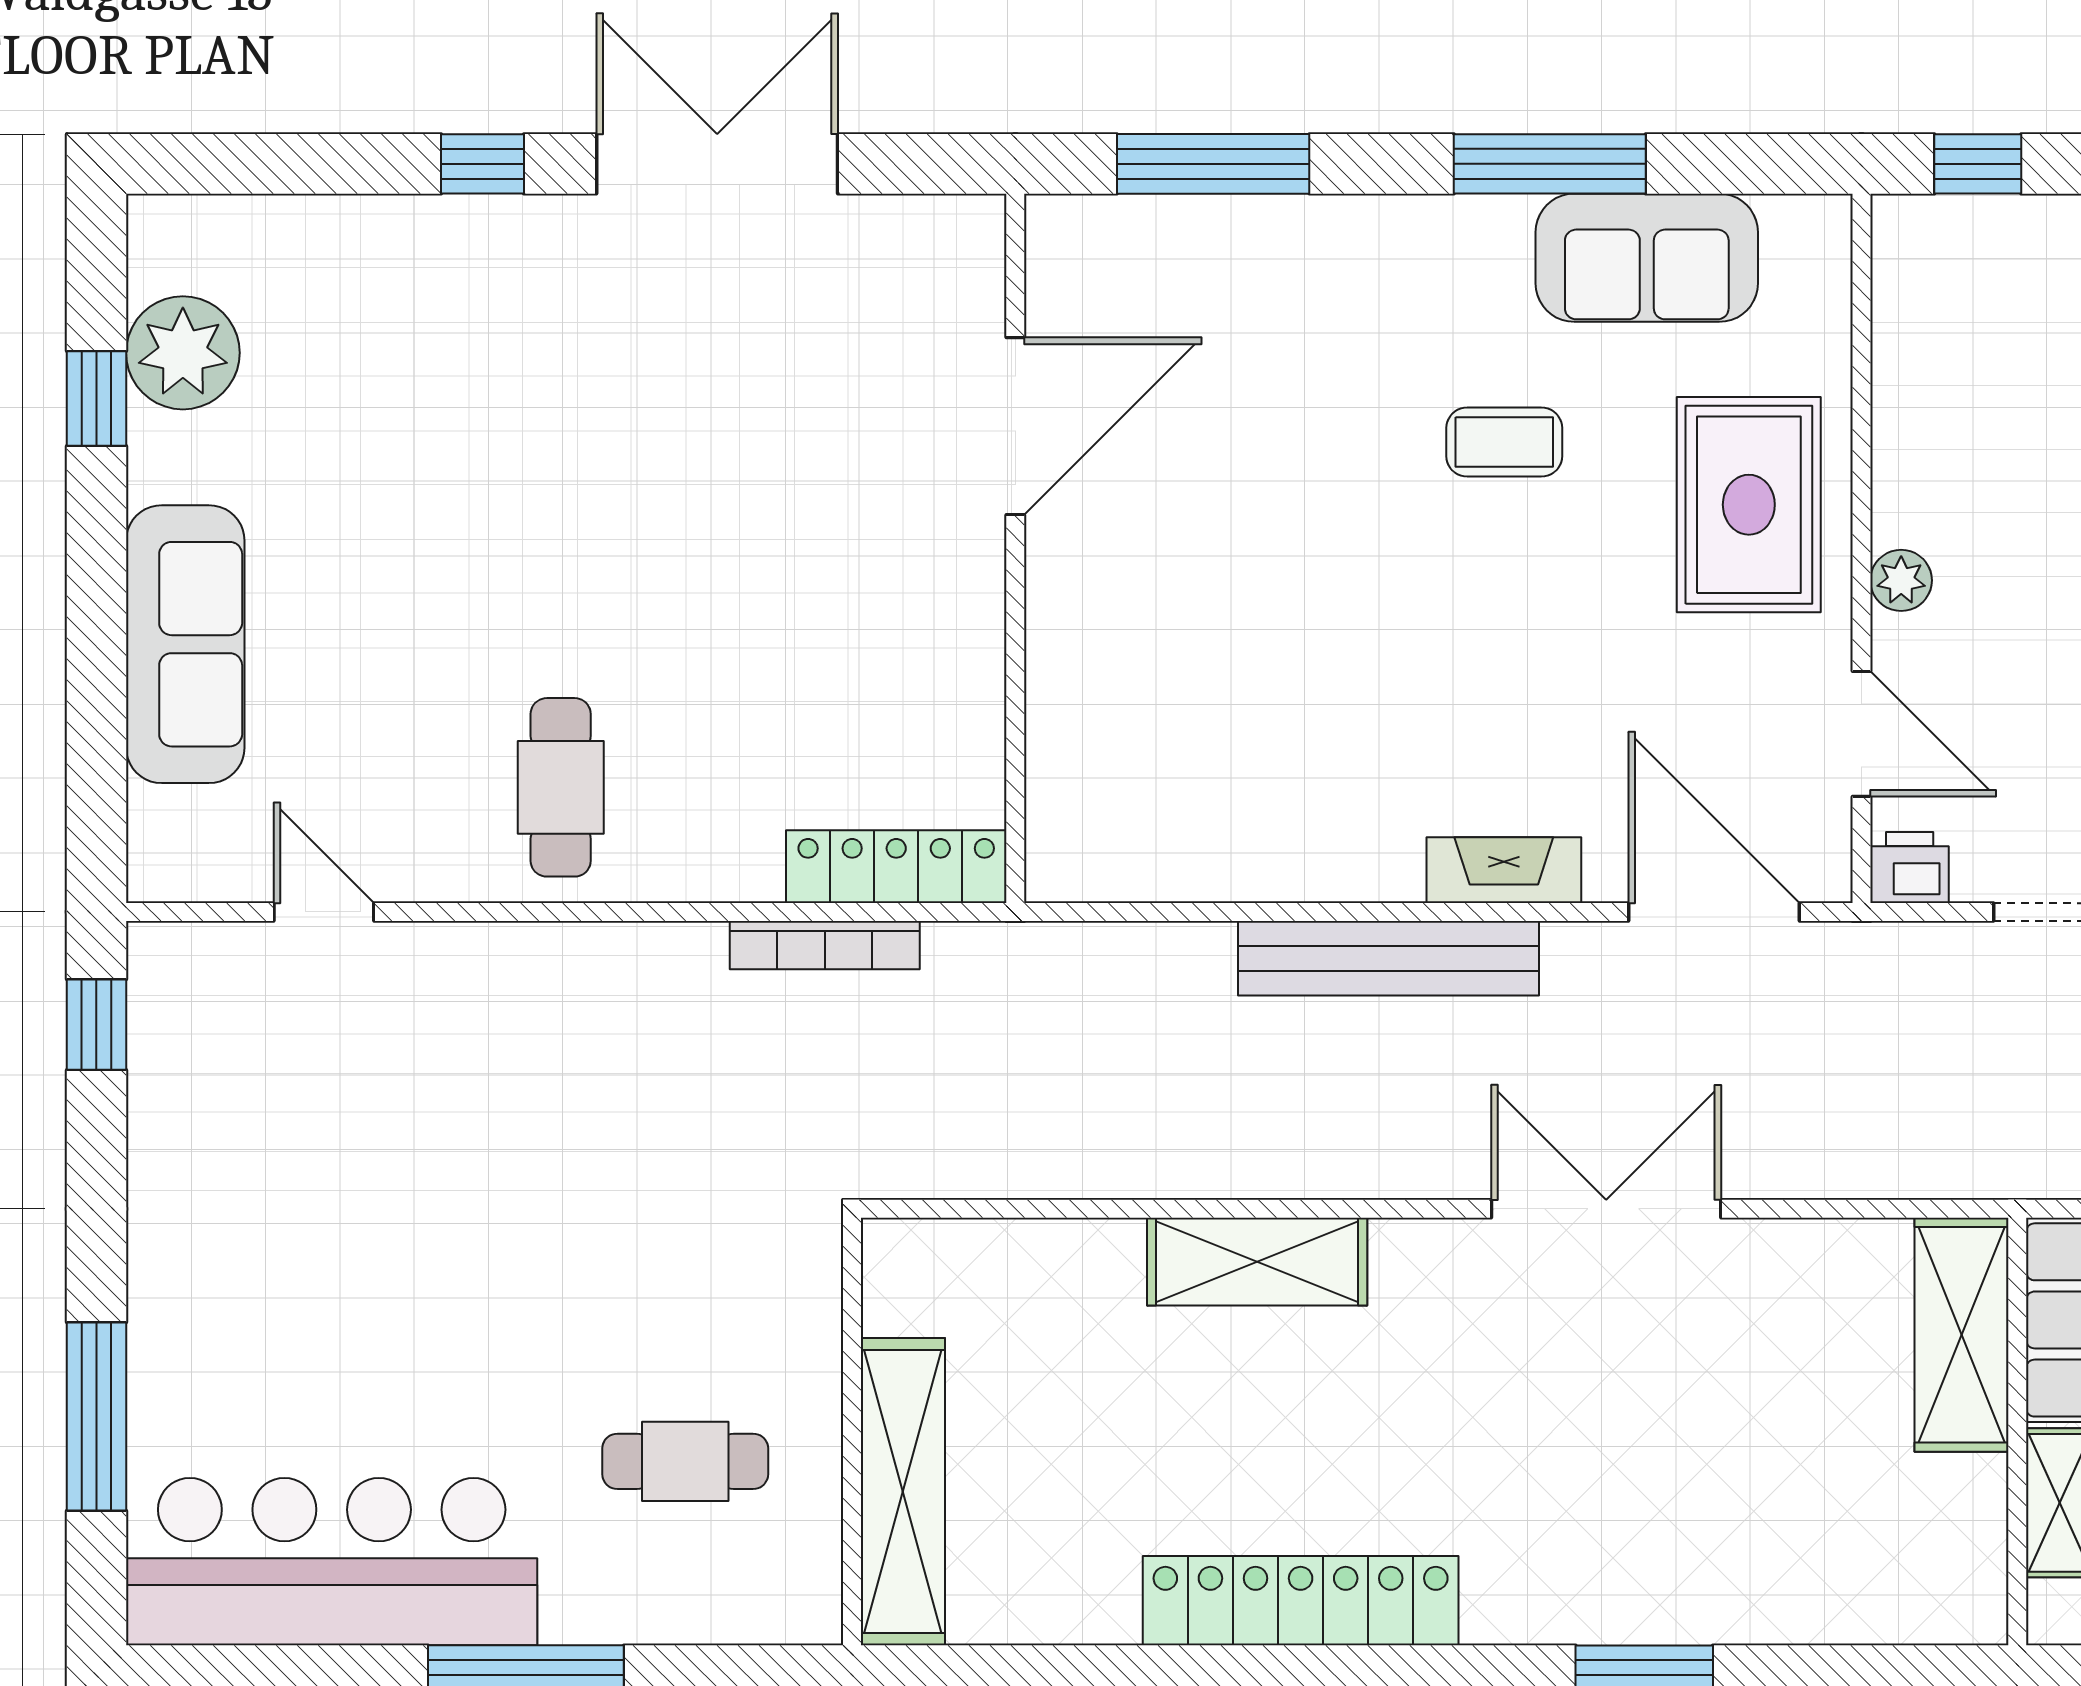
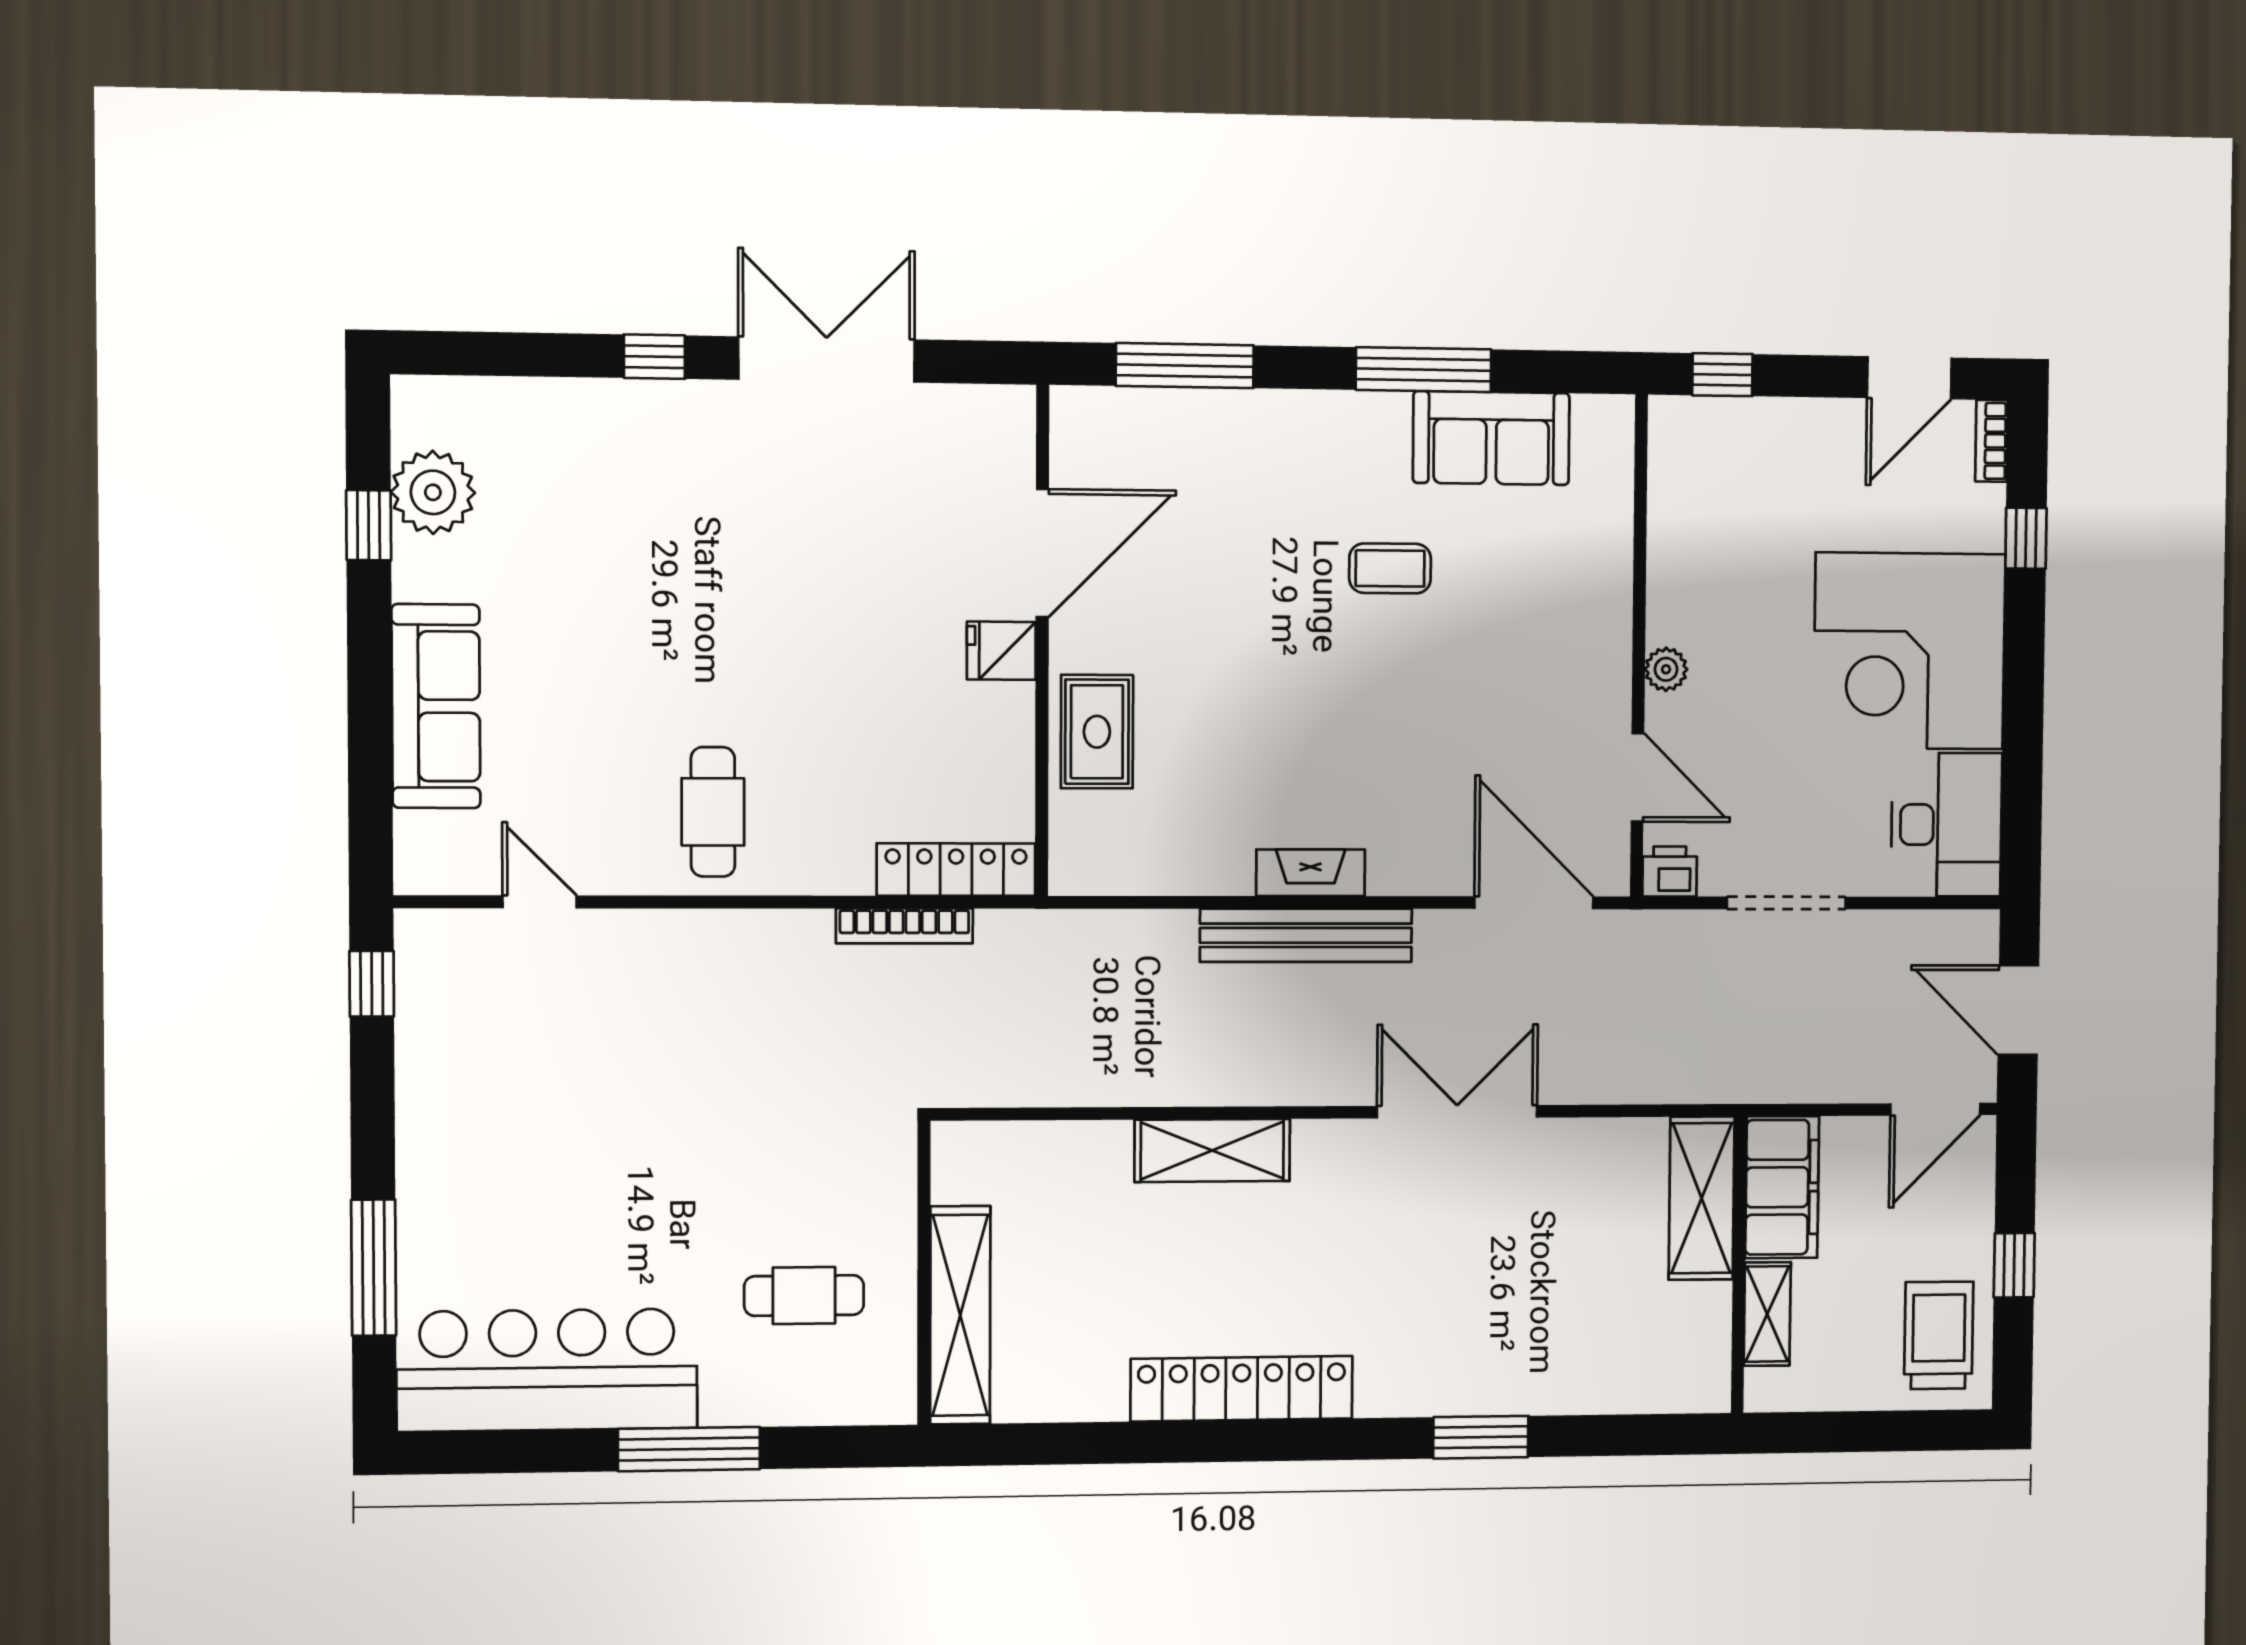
rug: (1749, 505) -> (1097, 732), moved, width x0.73, depth x0.70
fridge: (959, 562) -> (1001, 651), added
fireplace: (1504, 870) -> (1311, 873), moved

